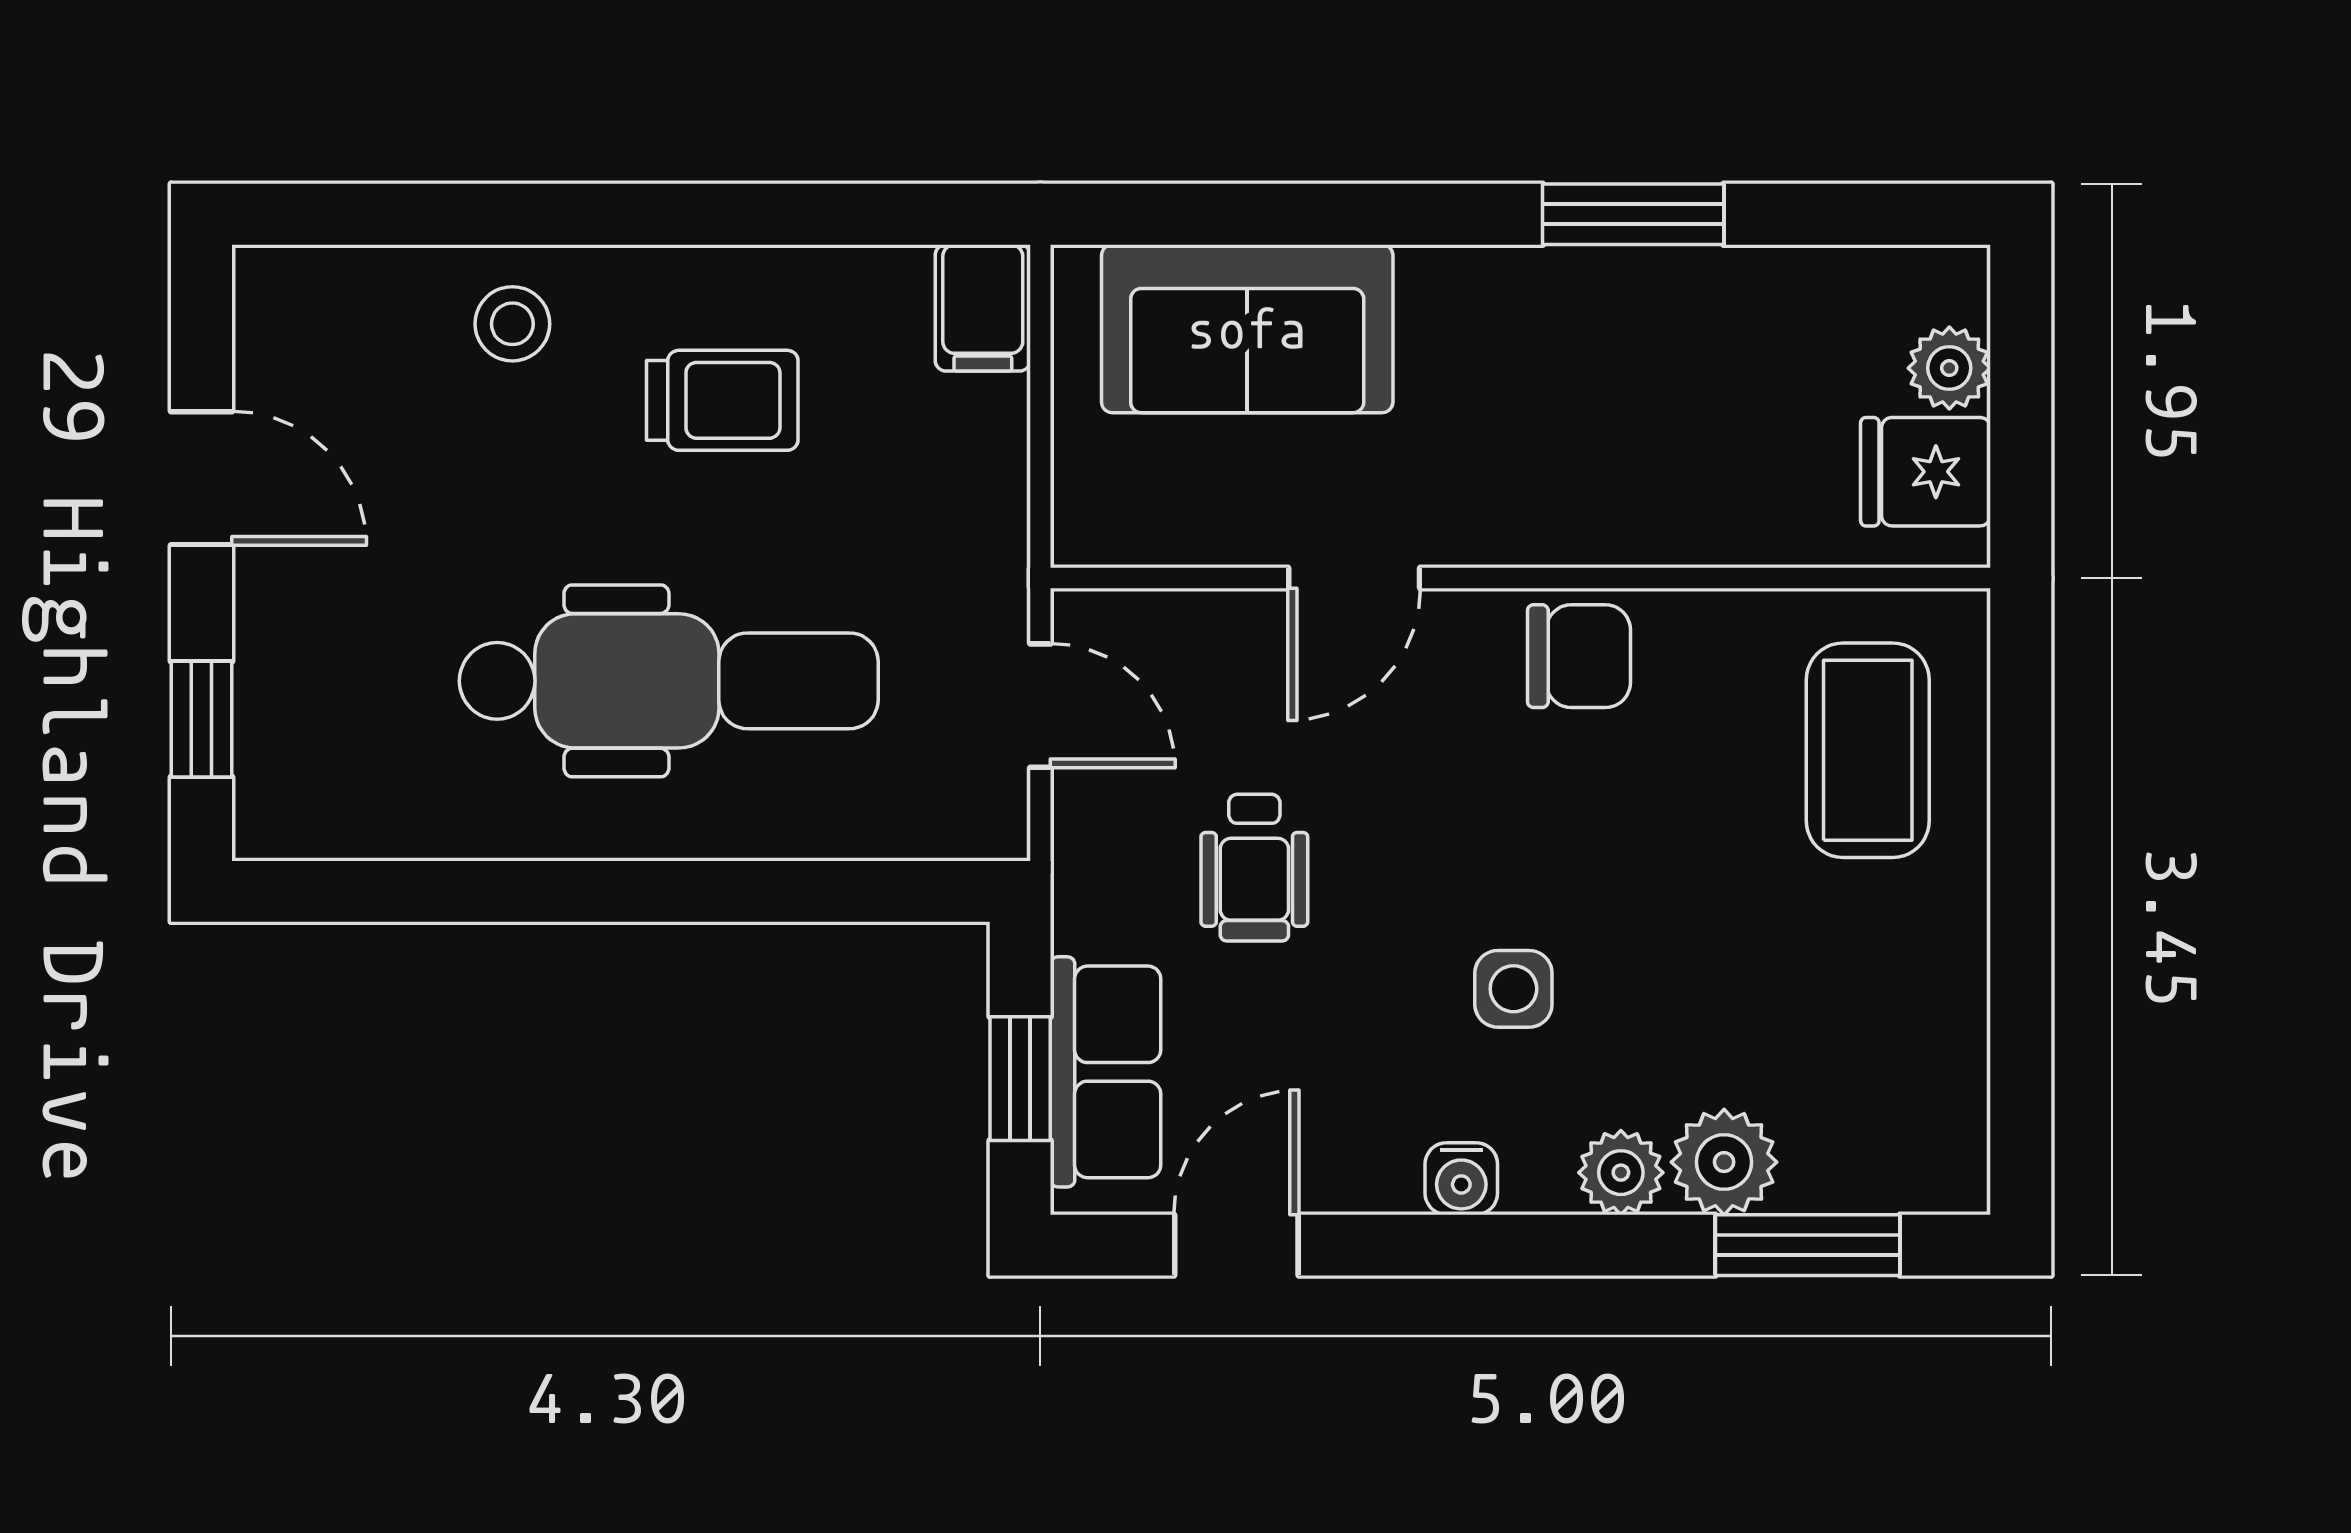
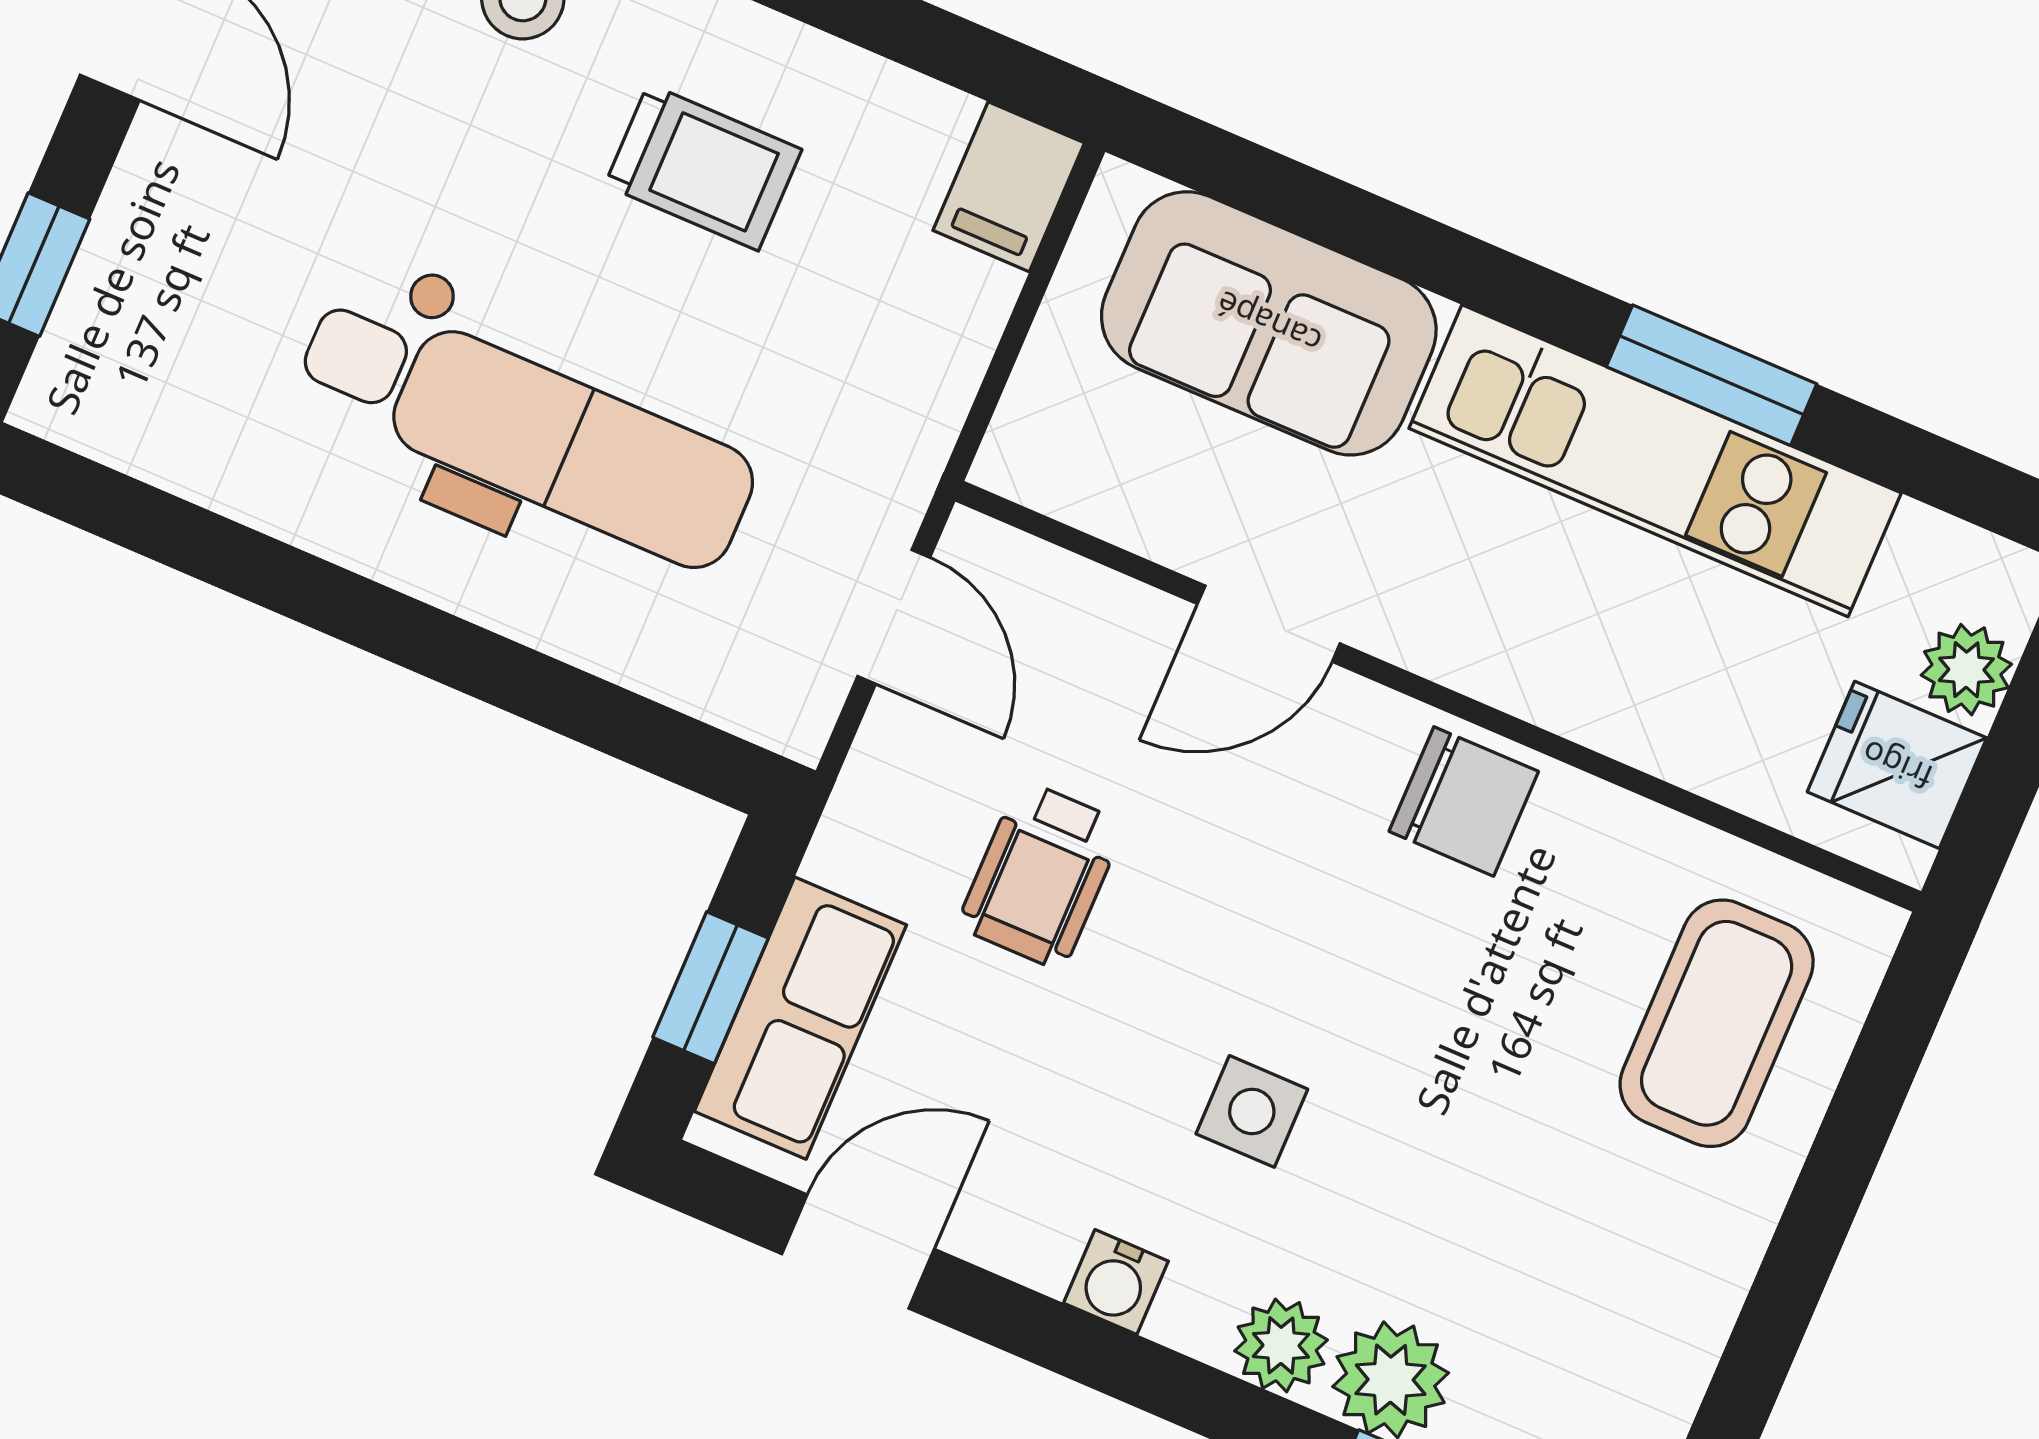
kitchen unit: (1617, 305) -> (1655, 461), added

